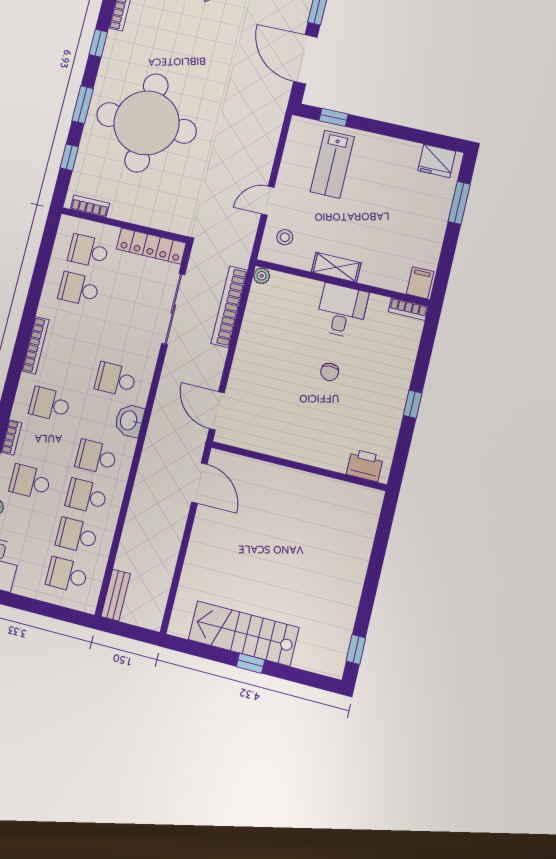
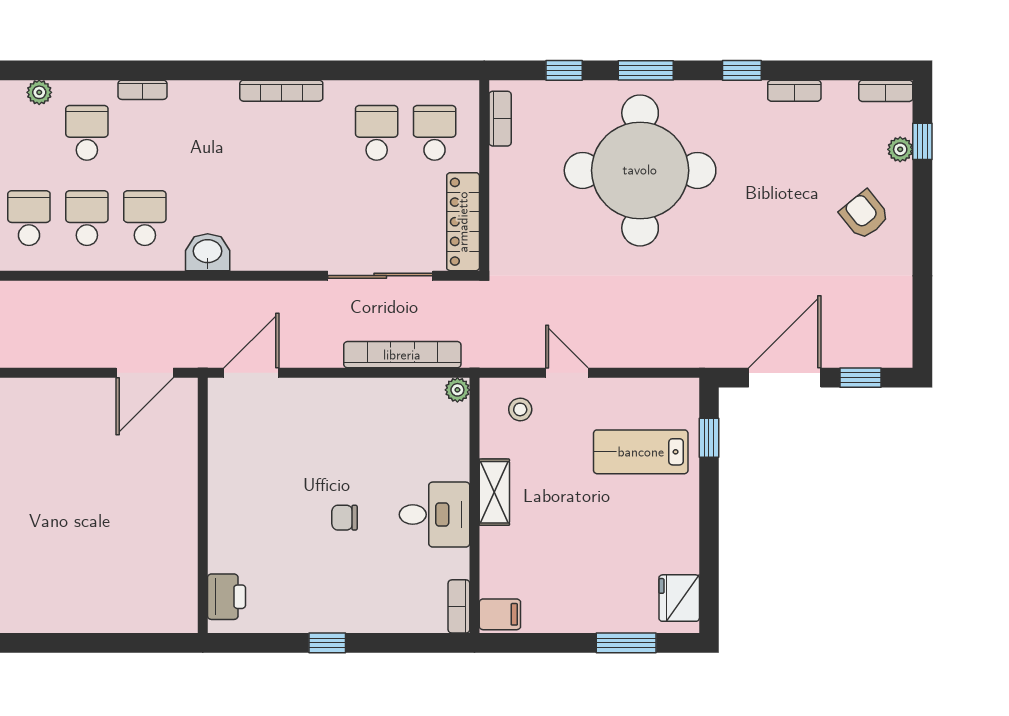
school desk: (115, 379) -> (261, 218), removed
school desk: (50, 404) -> (203, 133), removed

